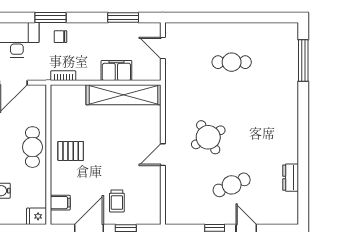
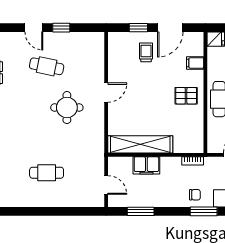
round table: (208, 137) -> (67, 108), turned 30
cafe table: (232, 185) -> (47, 66), turned 36
filing cabinet: (60, 203) -> (195, 63), moved

